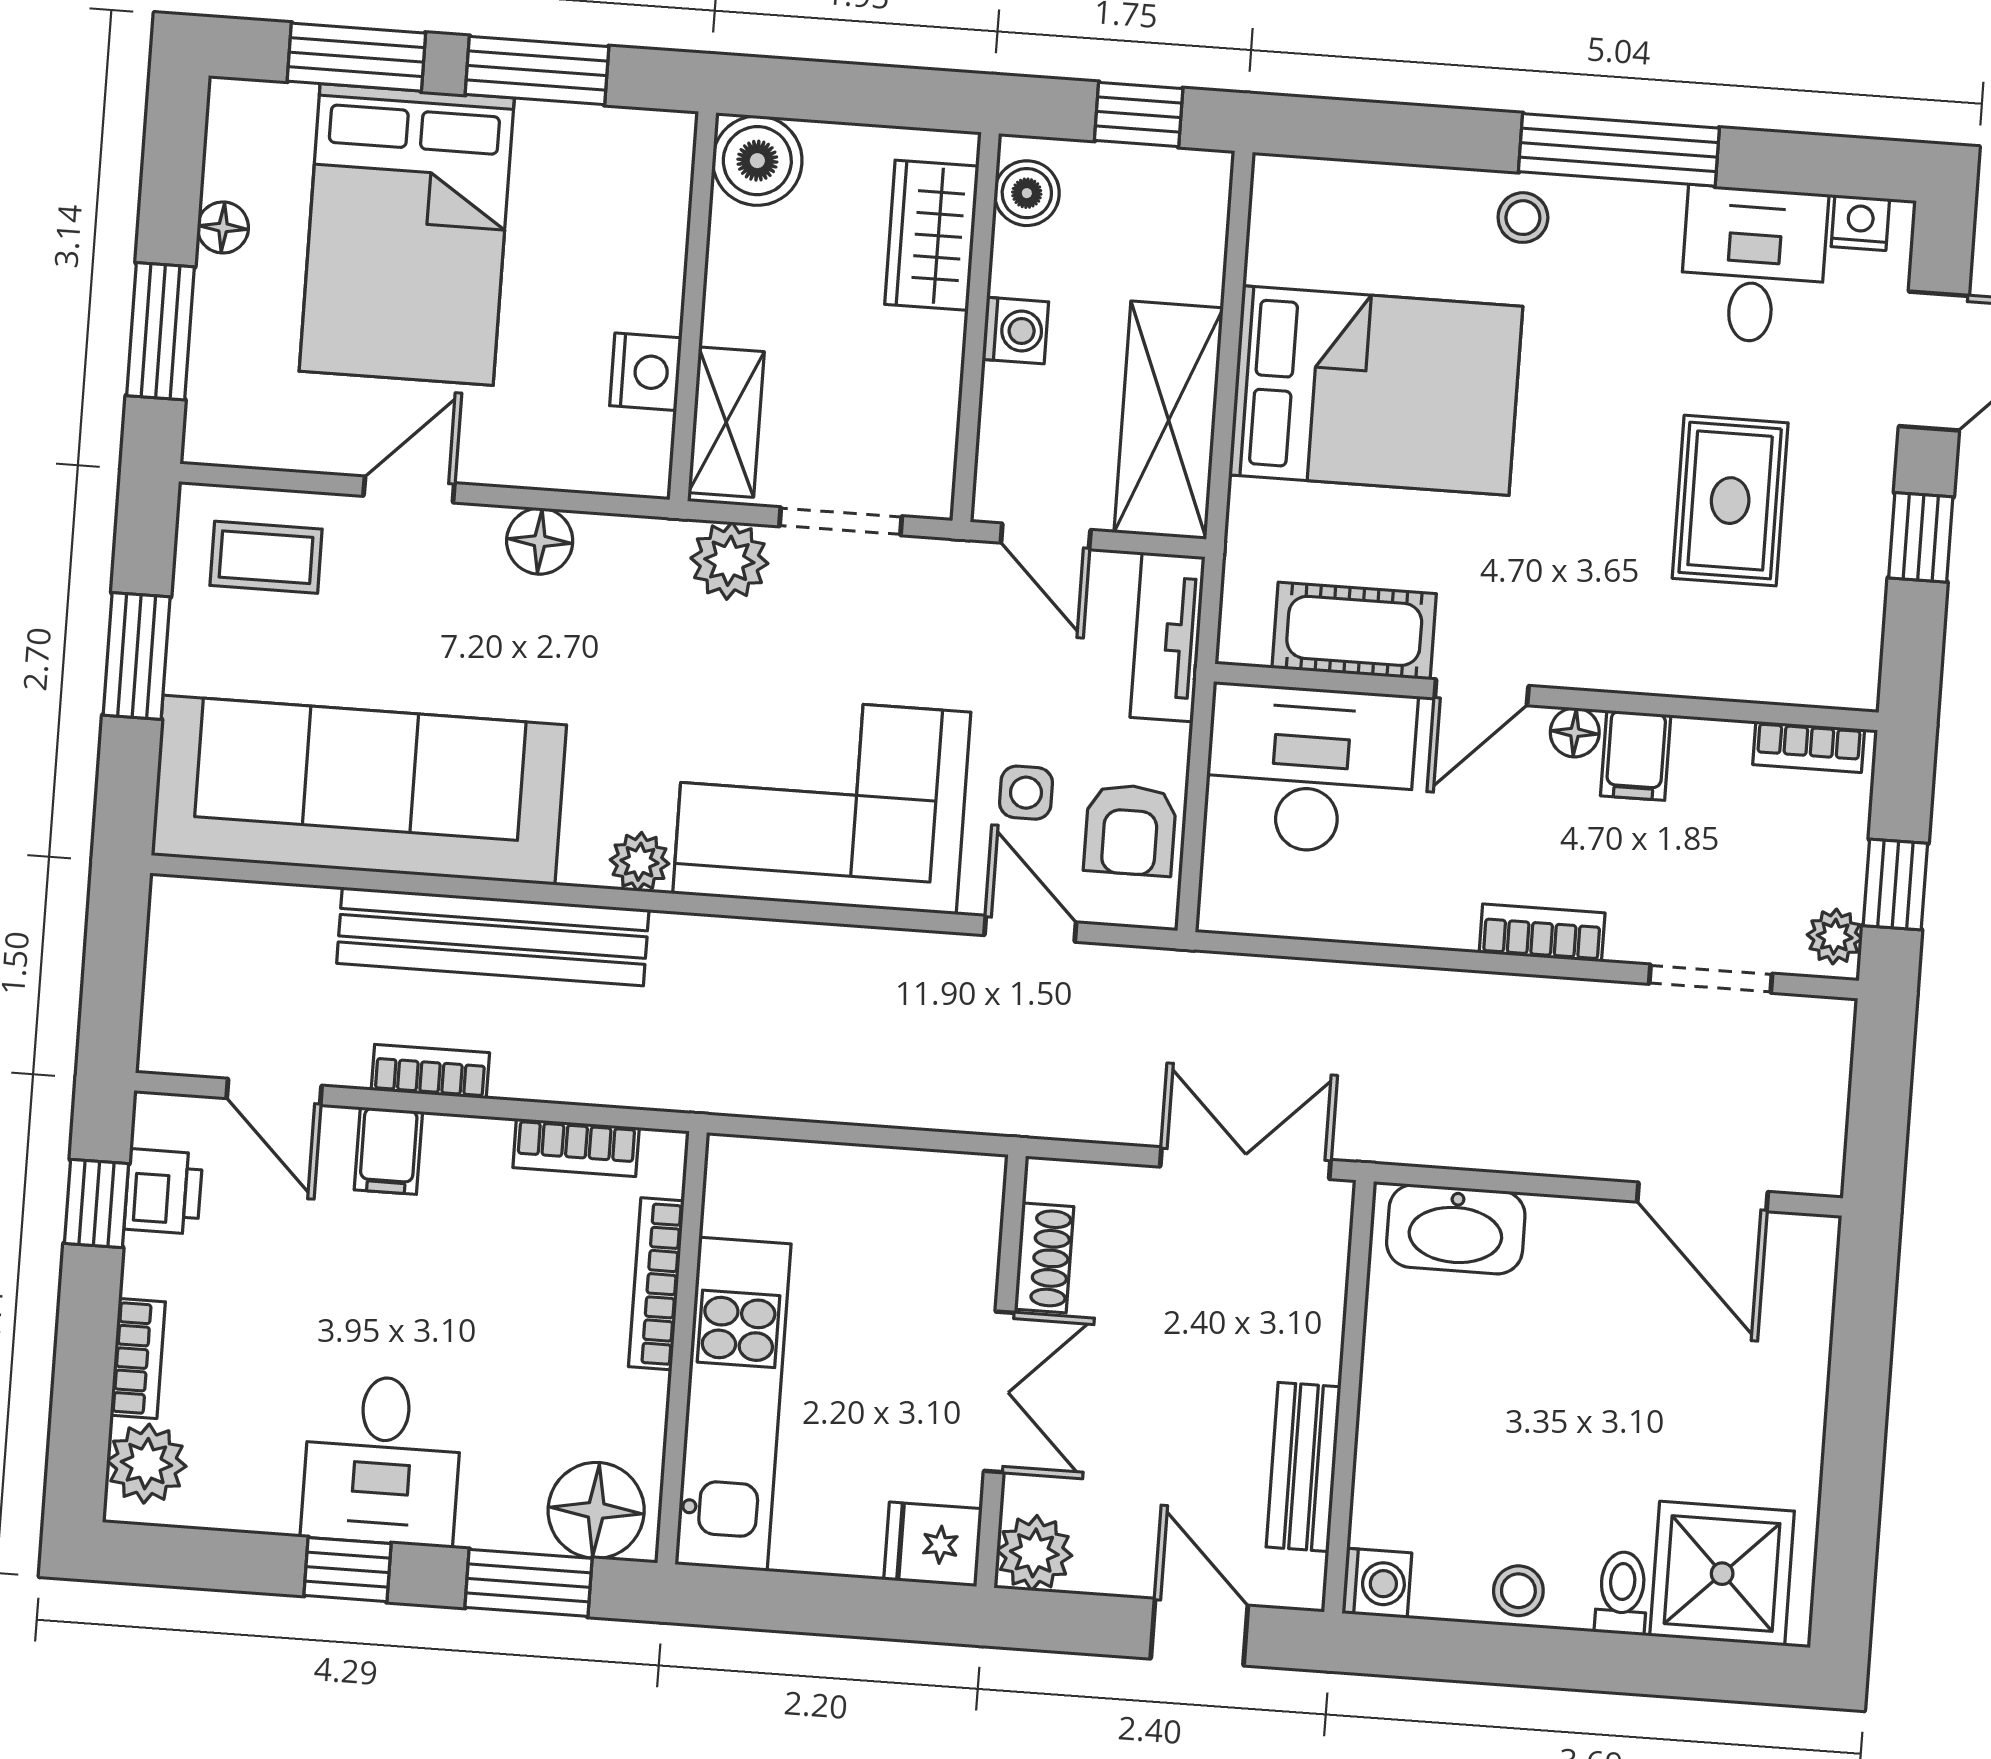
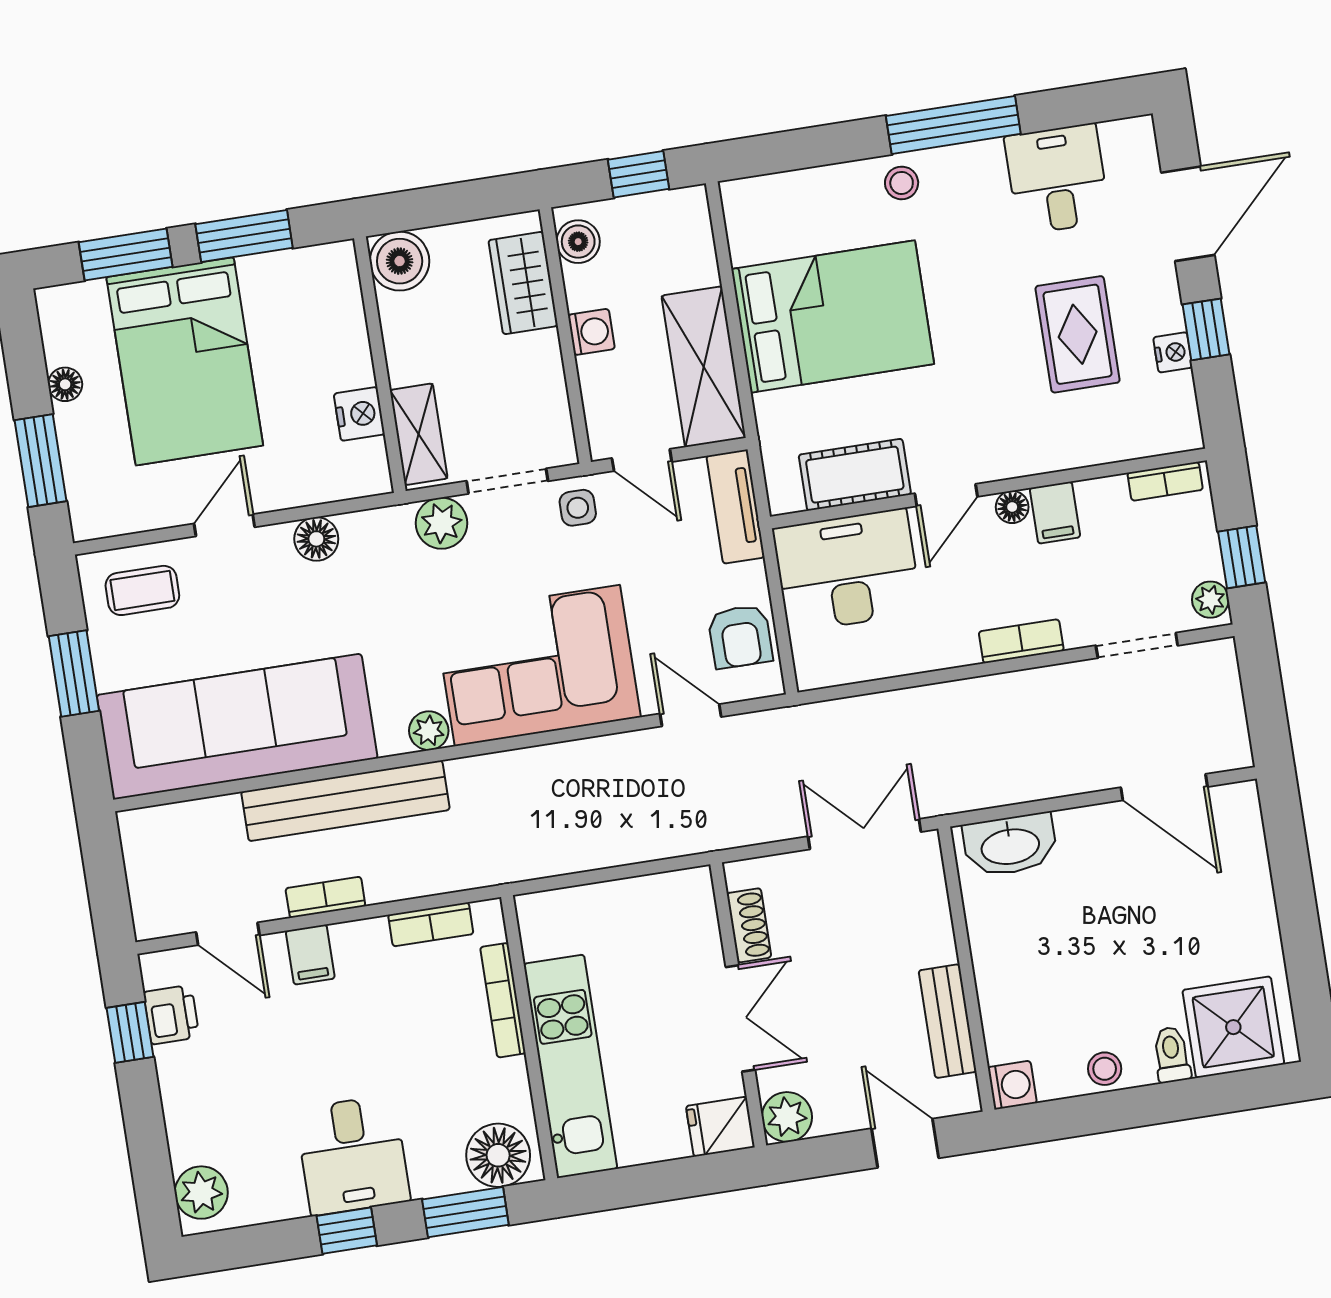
nightstand: (1860, 223) -> (1173, 352), moved, turned 90
side table: (1026, 793) -> (578, 508), moved
bookcase: (138, 1359) -> (180, 1126), removed

